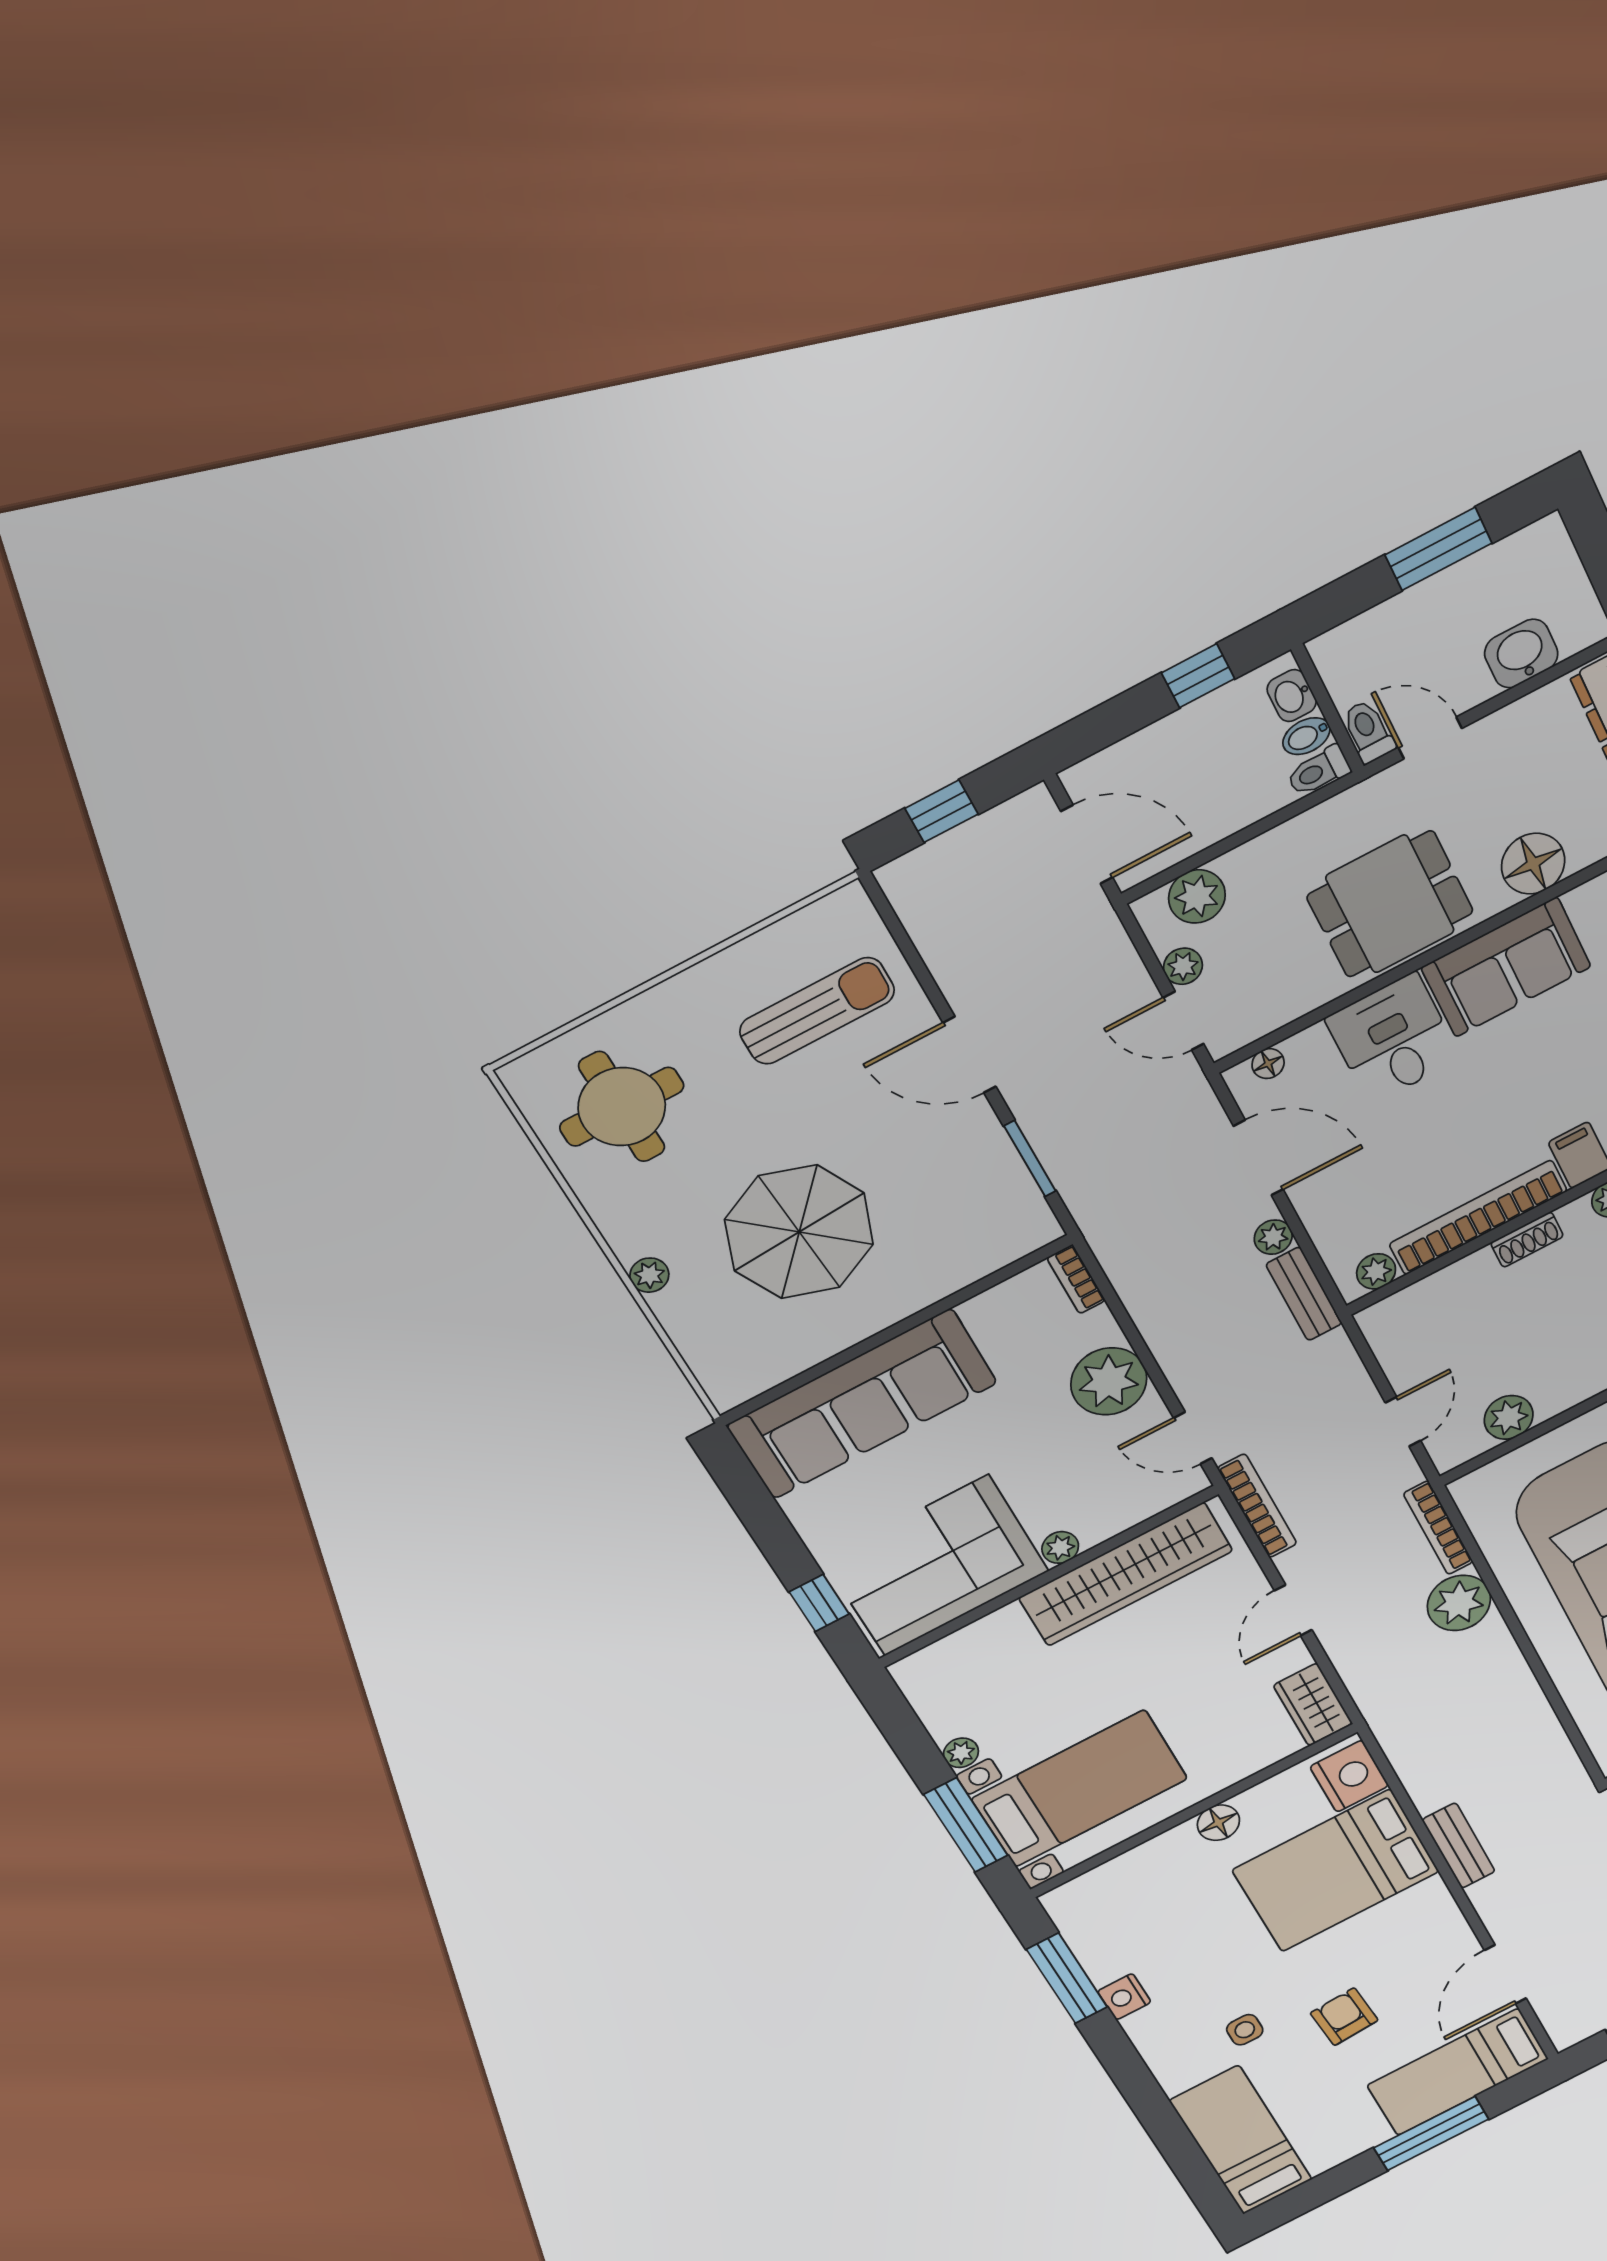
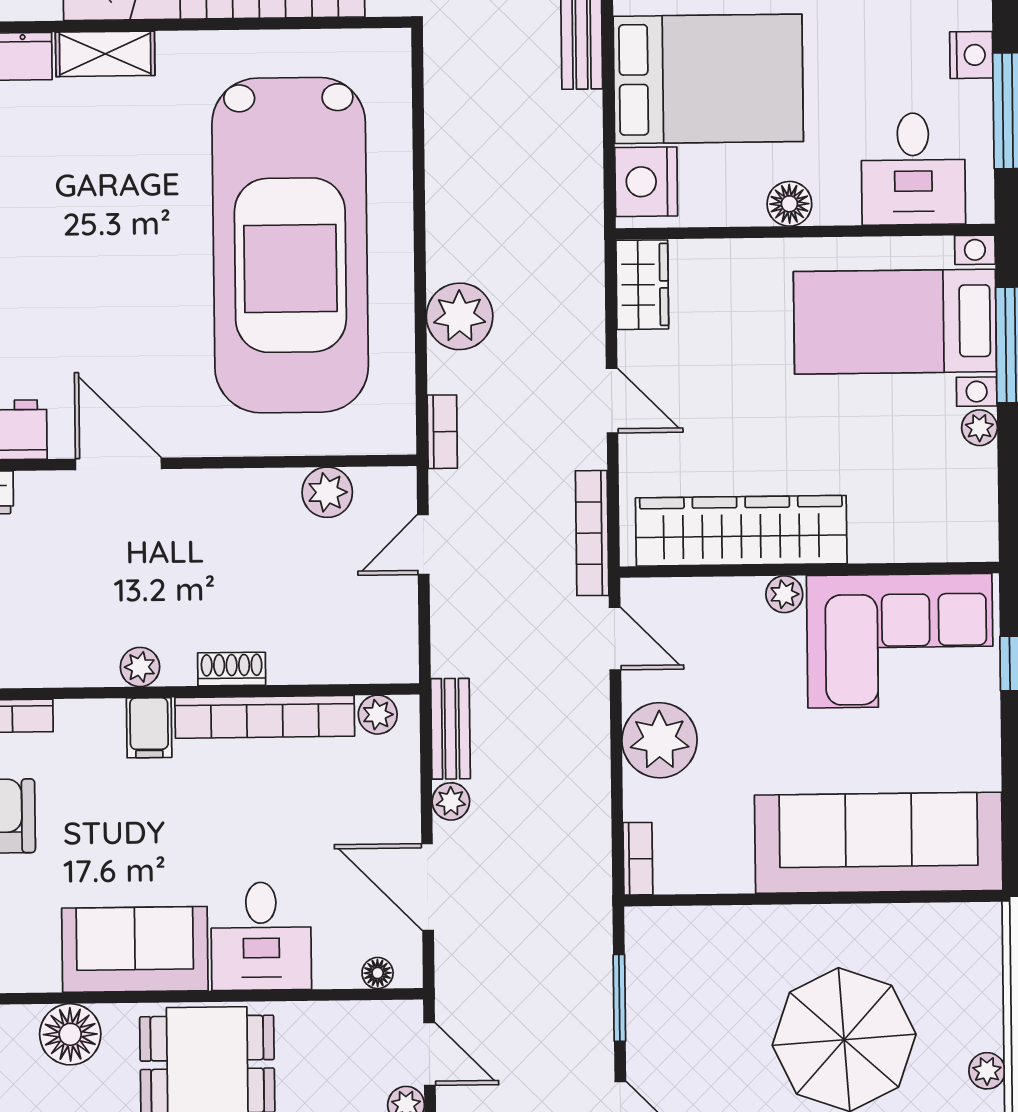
bookcase: (1438, 1528) -> (442, 432), width x0.64
door: (1293, 1610) -> (612, 401), hinge flipped
desk: (1127, 1899) -> (913, 169), added

